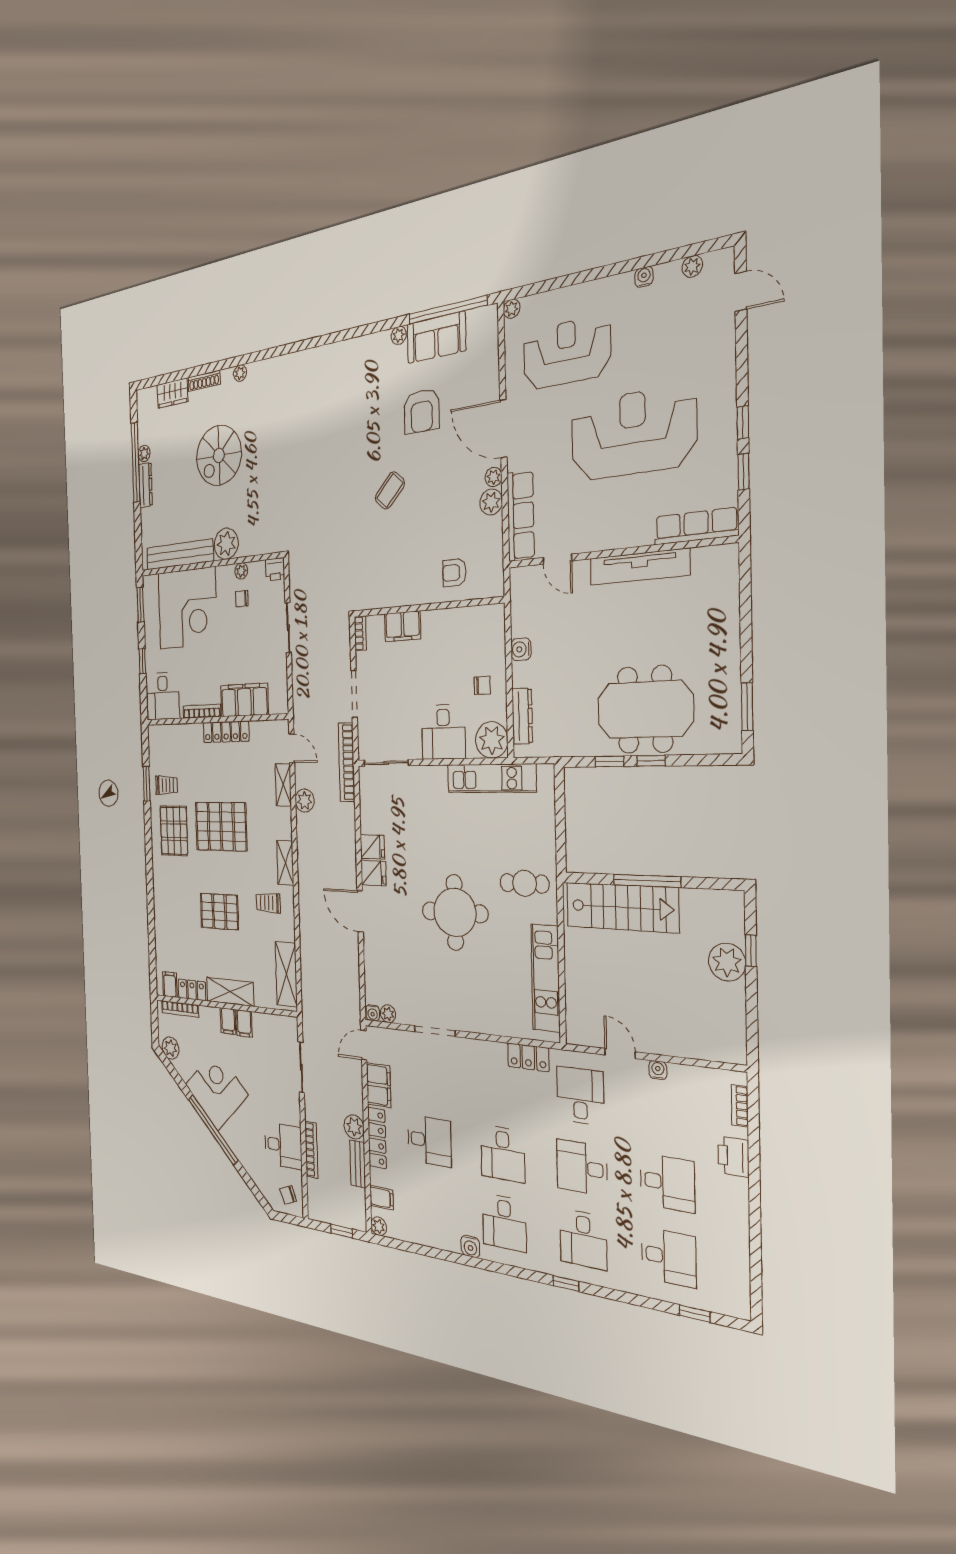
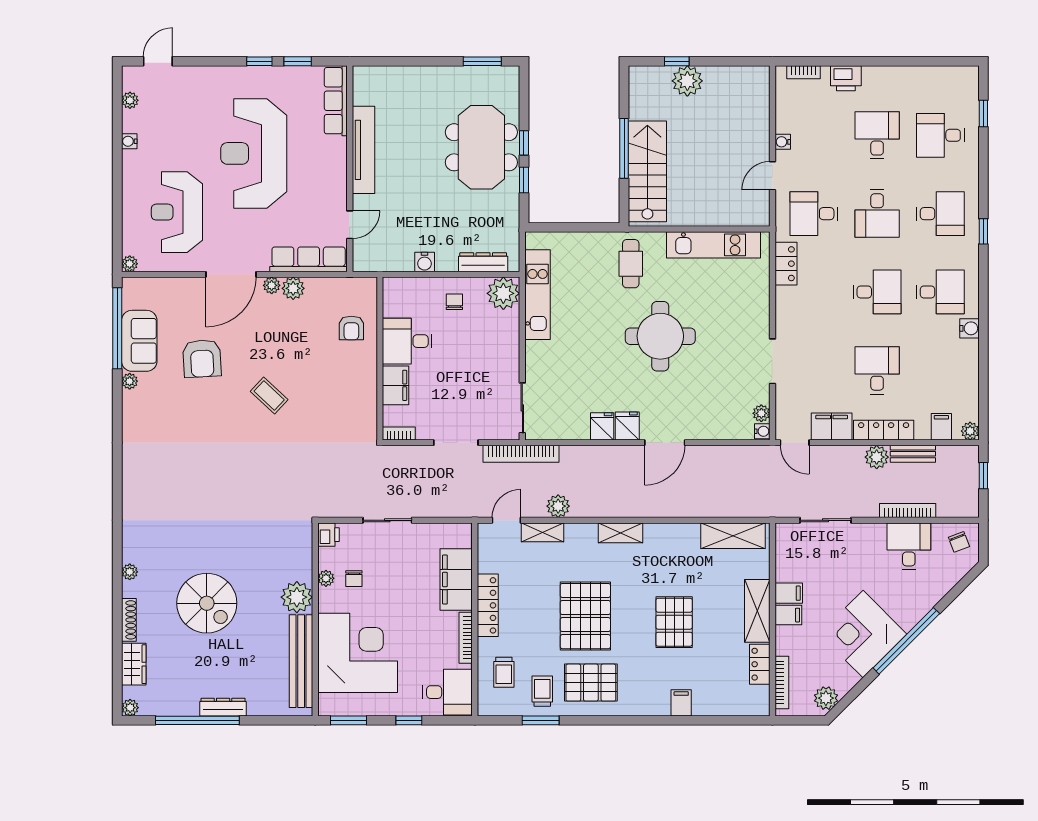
armchair: (422, 411) -> (202, 358), turned 87
plant: (144, 454) -> (130, 708), moved
desk: (443, 732) -> (407, 341), moved, turned 180
trolley: (268, 903) -> (504, 672), moved
filing cabinet: (170, 984) -> (681, 703), moved, turned 90
desk: (669, 1257) -> (940, 135), turned -90

